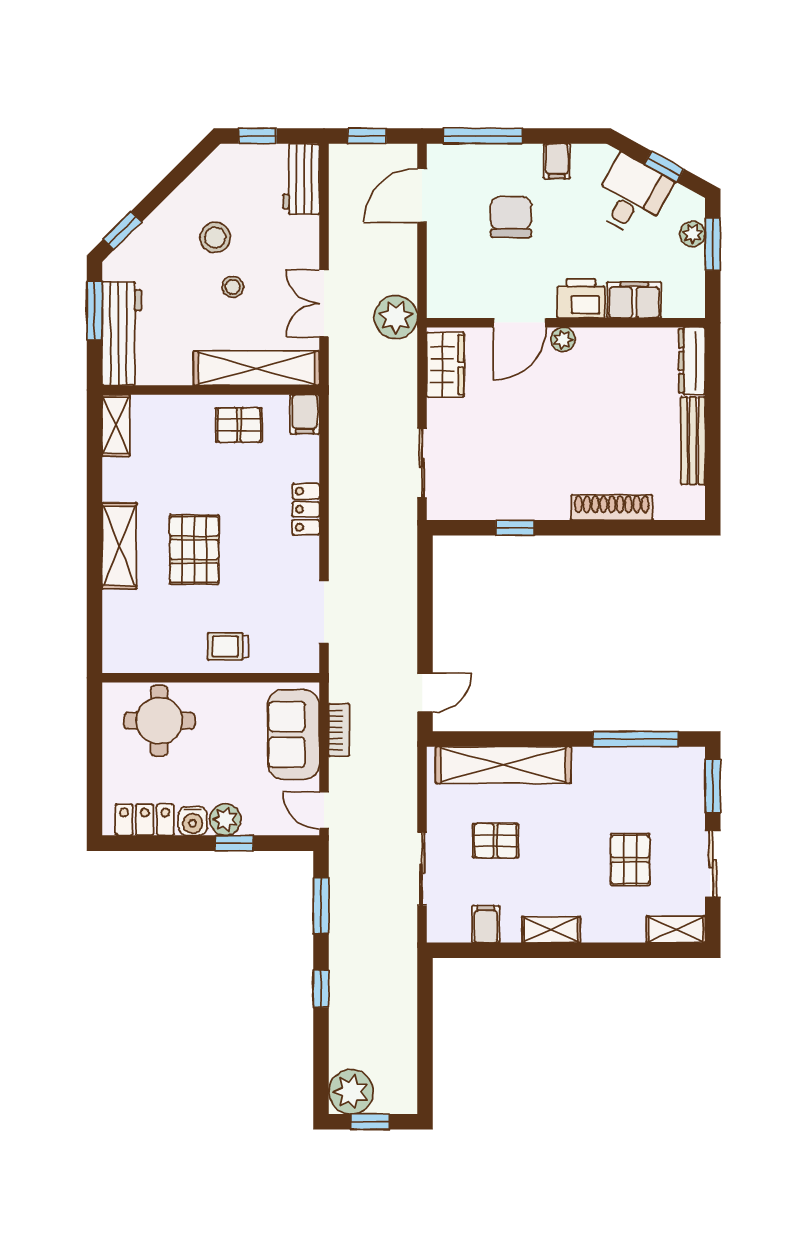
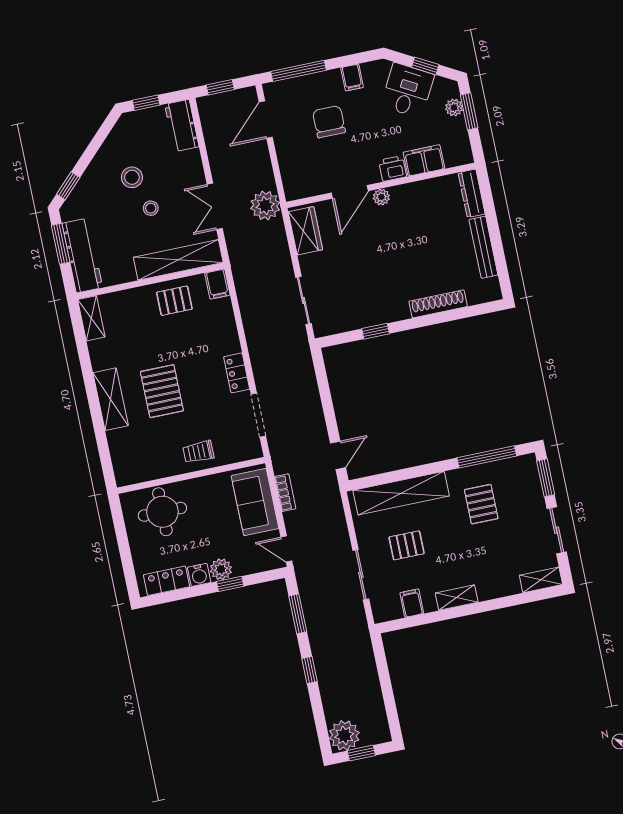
printer: (581, 298) -> (393, 168), width x0.73, depth x0.81
locker: (306, 509) -> (237, 373), moved
pallet: (630, 860) -> (481, 504), moved

